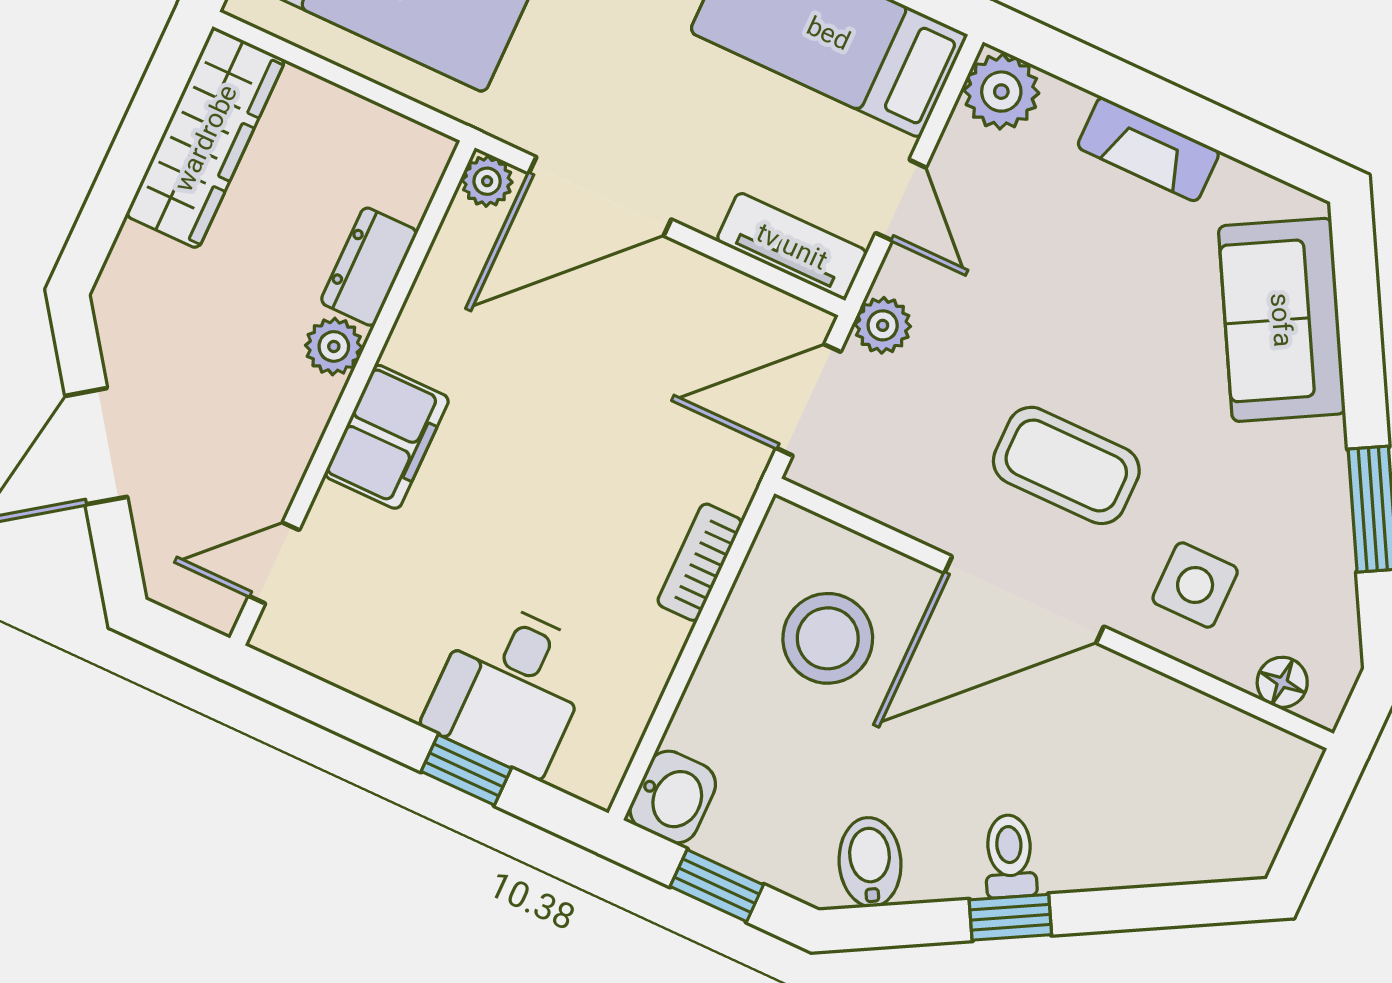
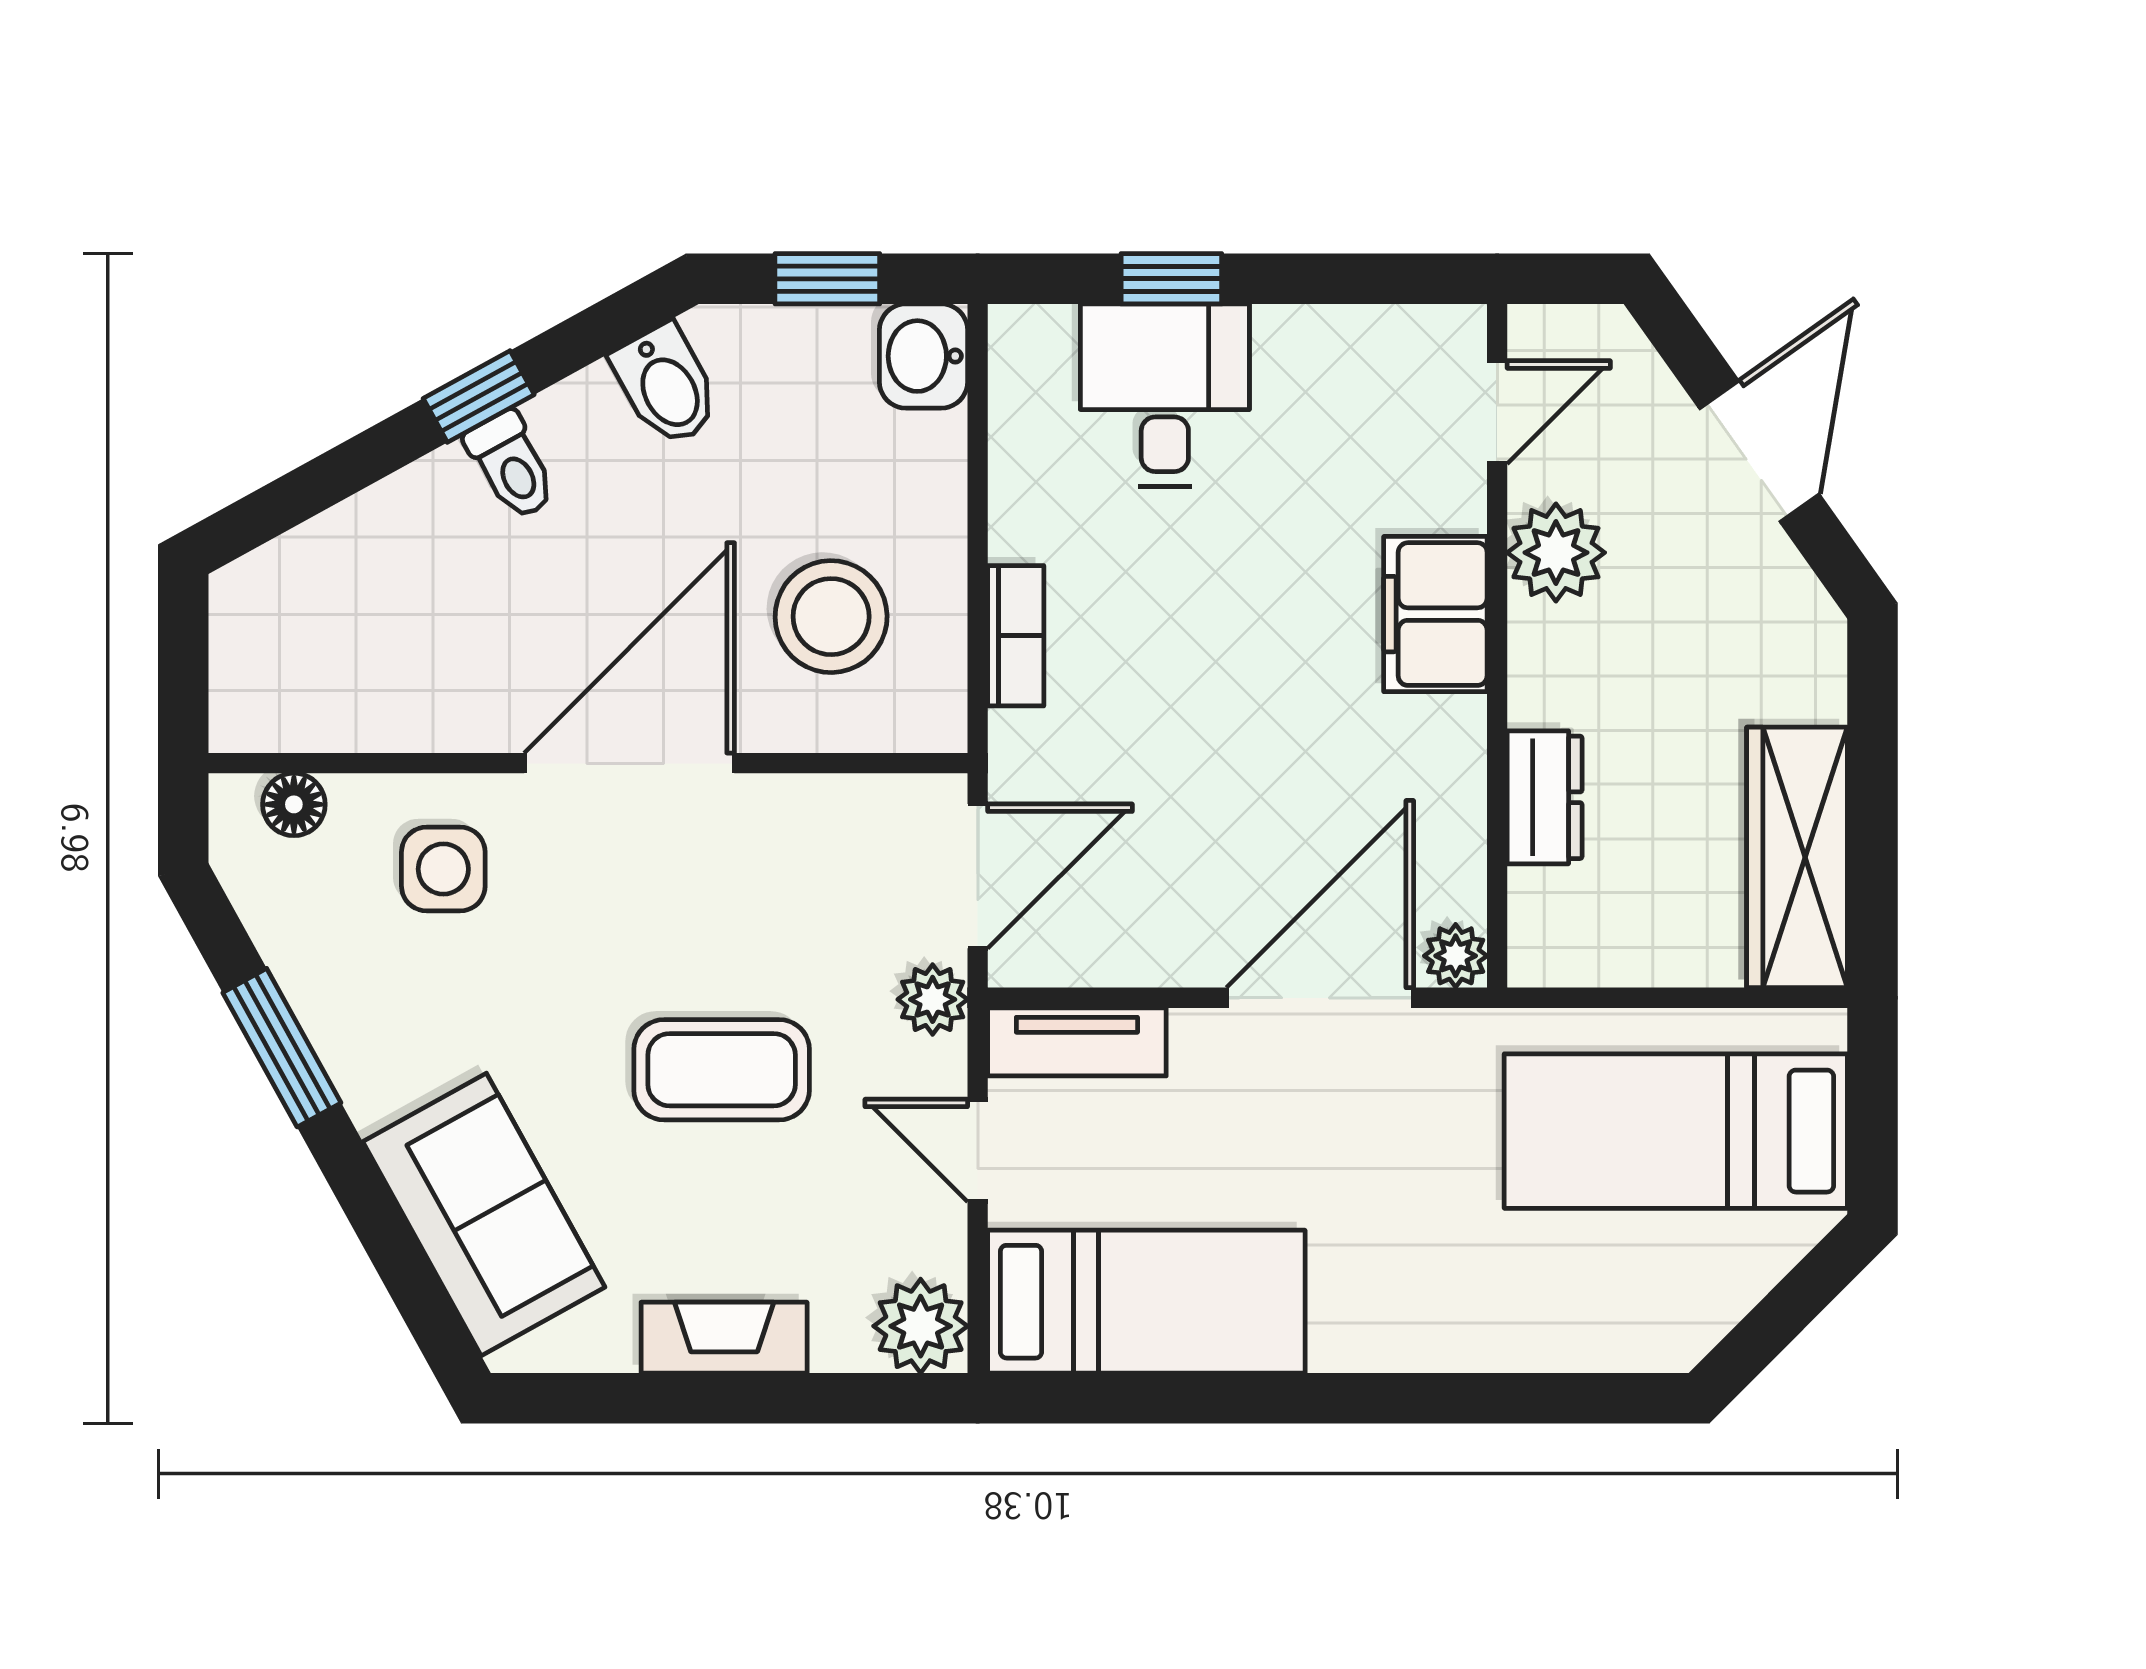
plant: (334, 346) -> (1556, 553), moved, width x1.38, depth x1.38
coffee table: (1066, 465) -> (722, 1070), moved

